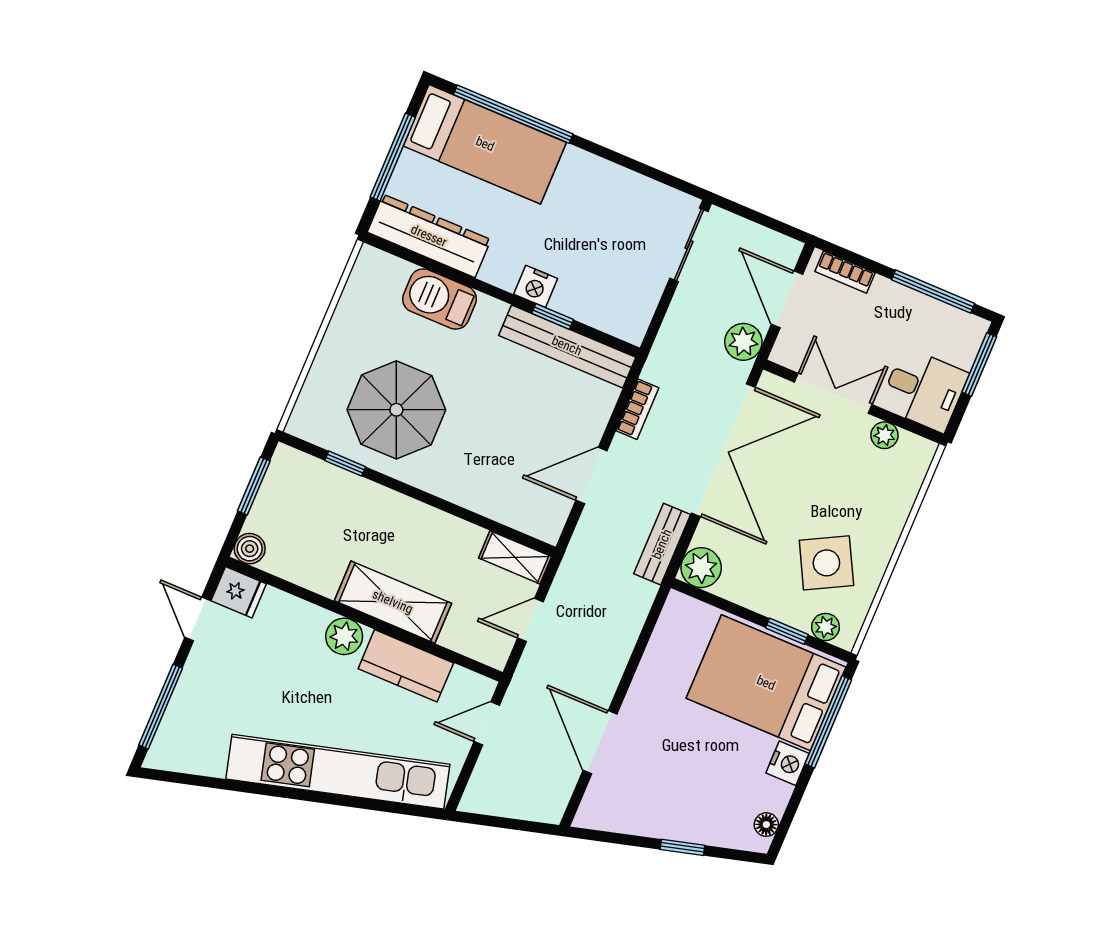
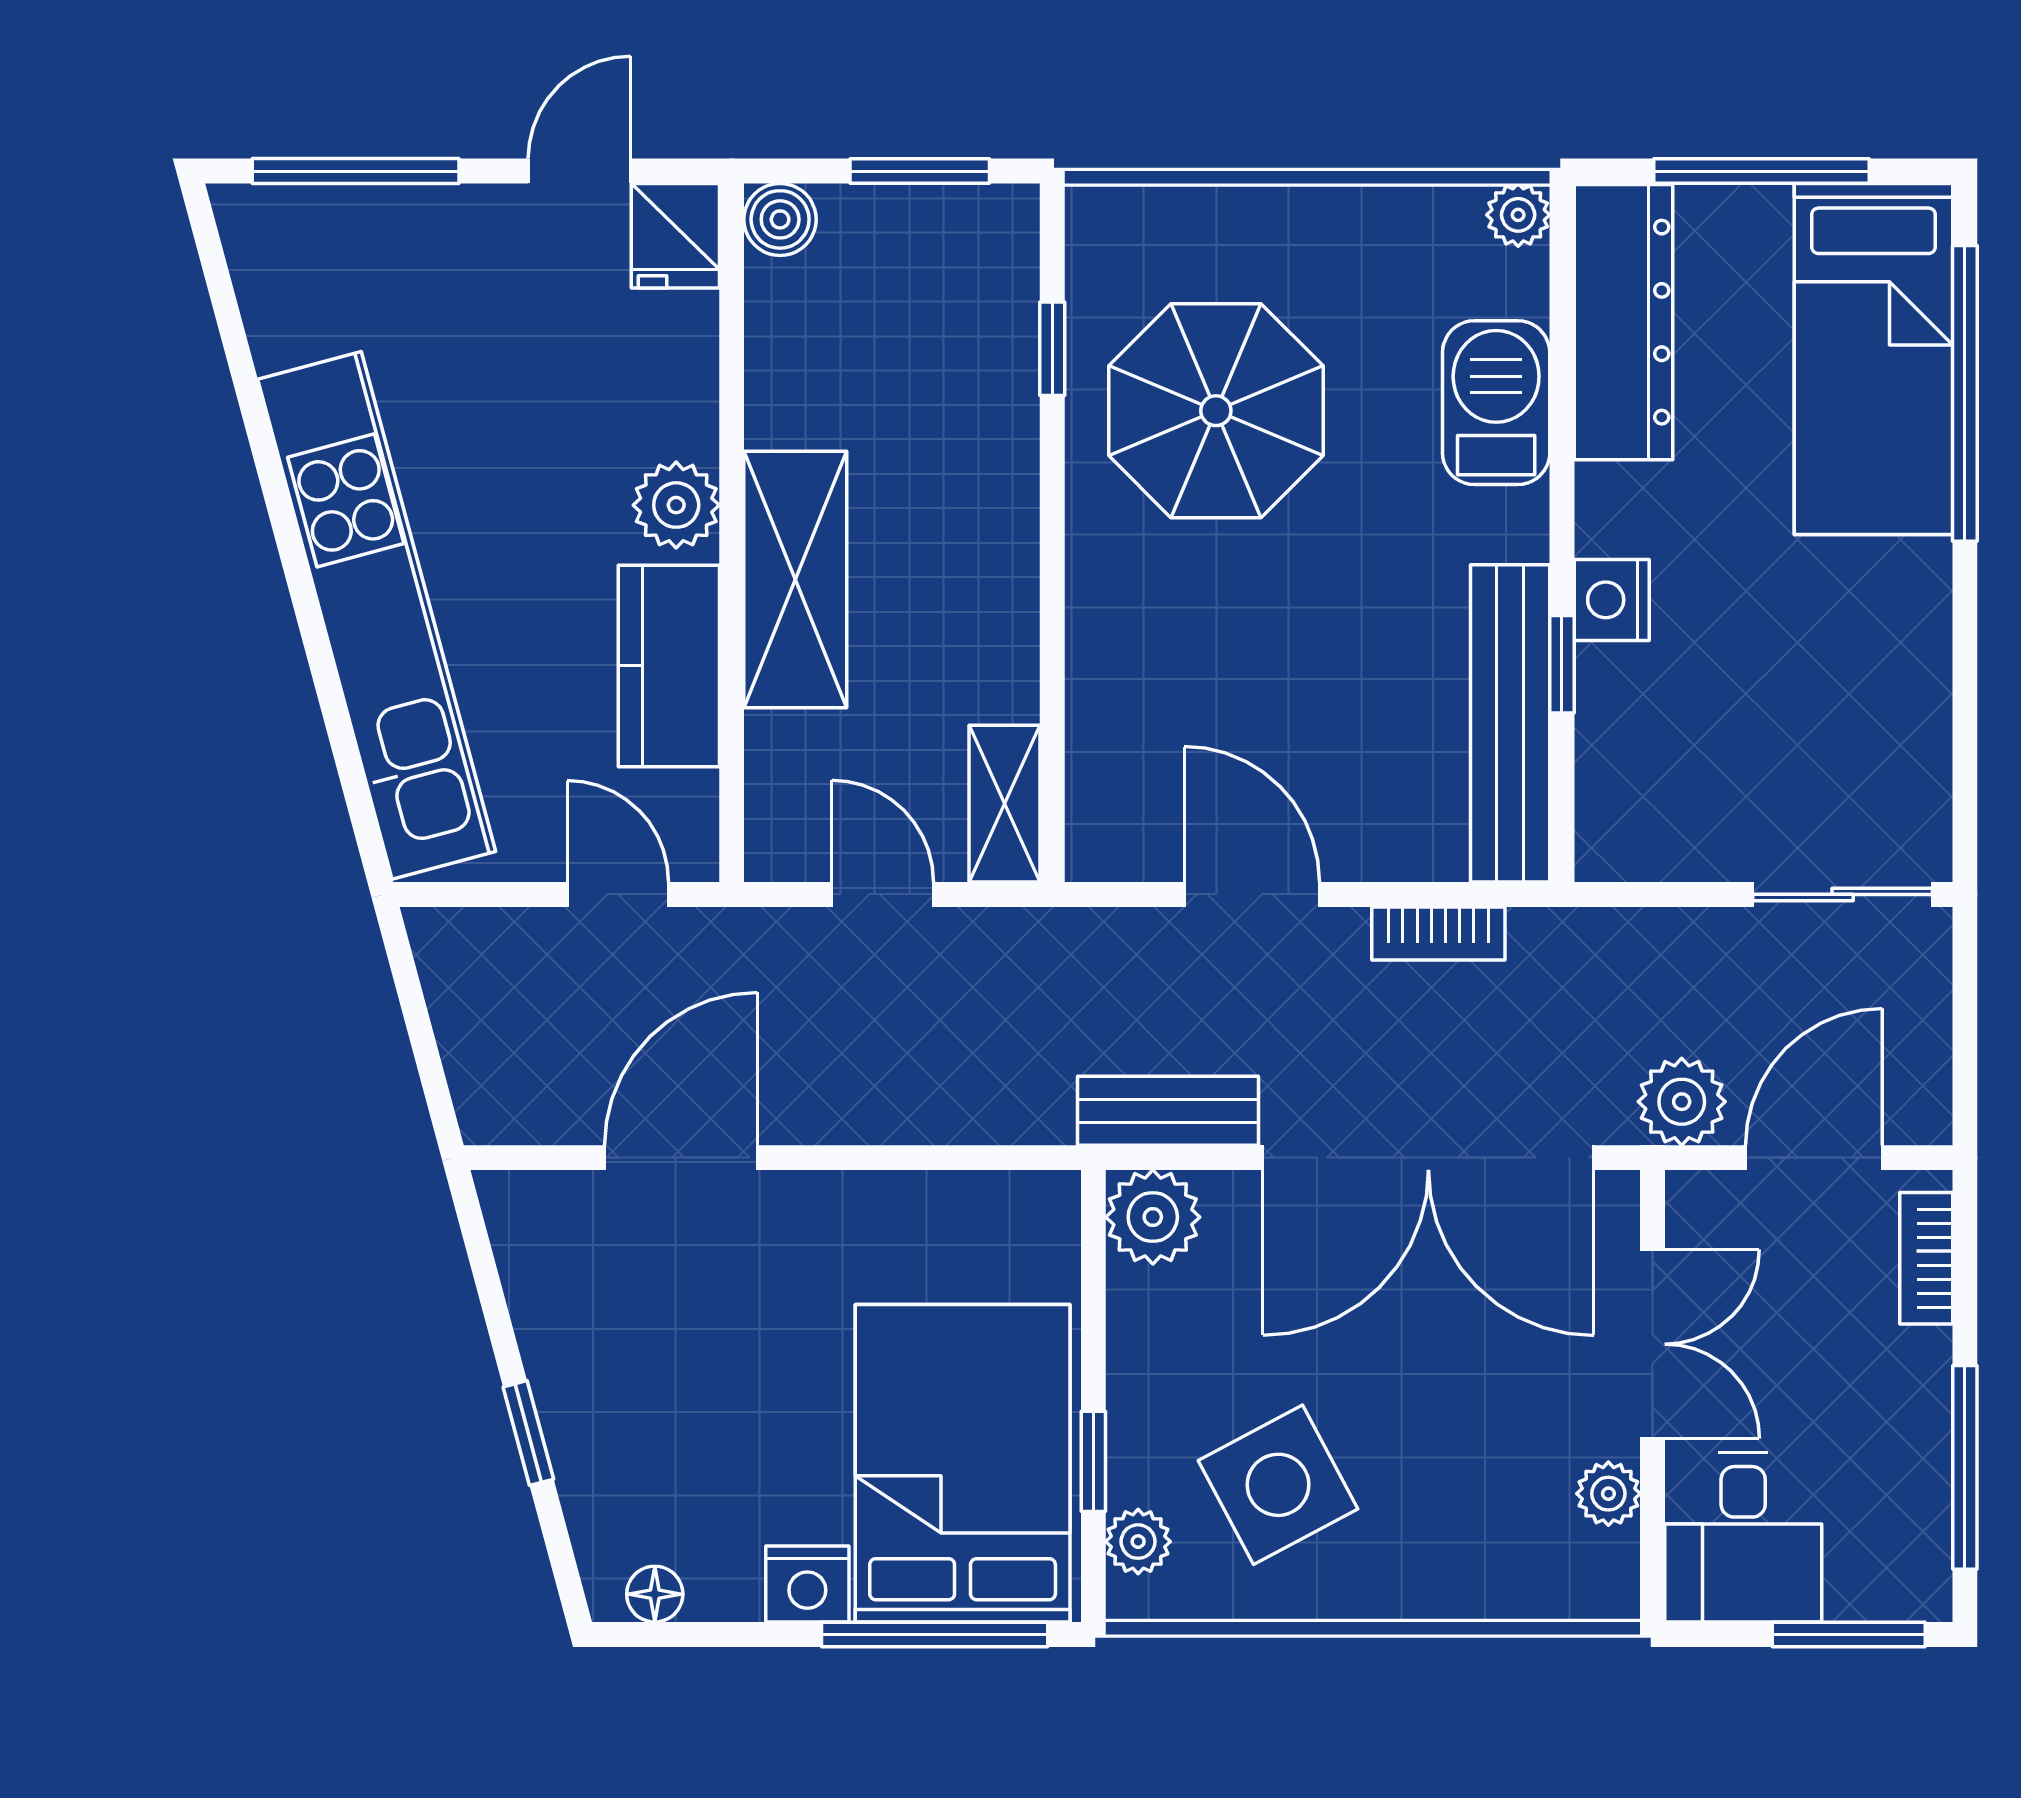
plant: (370, 259) -> (1518, 215), added

